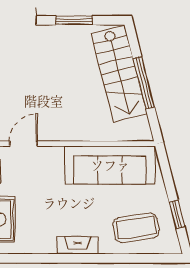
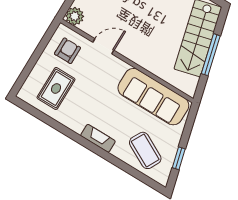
coffee table: (136, 228) -> (145, 150), turned 36

